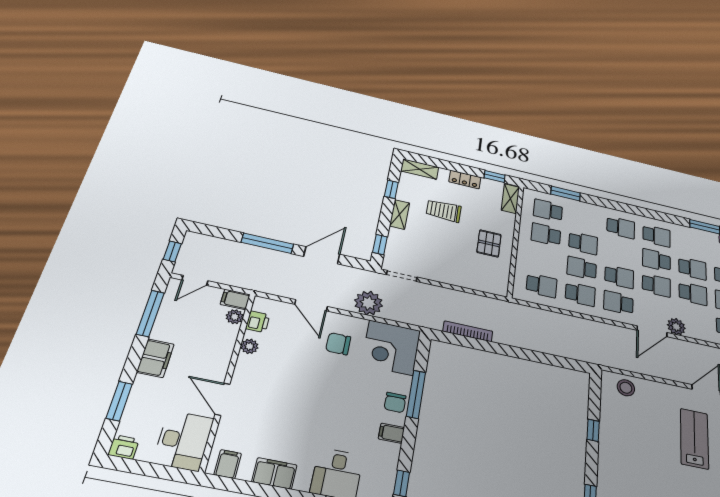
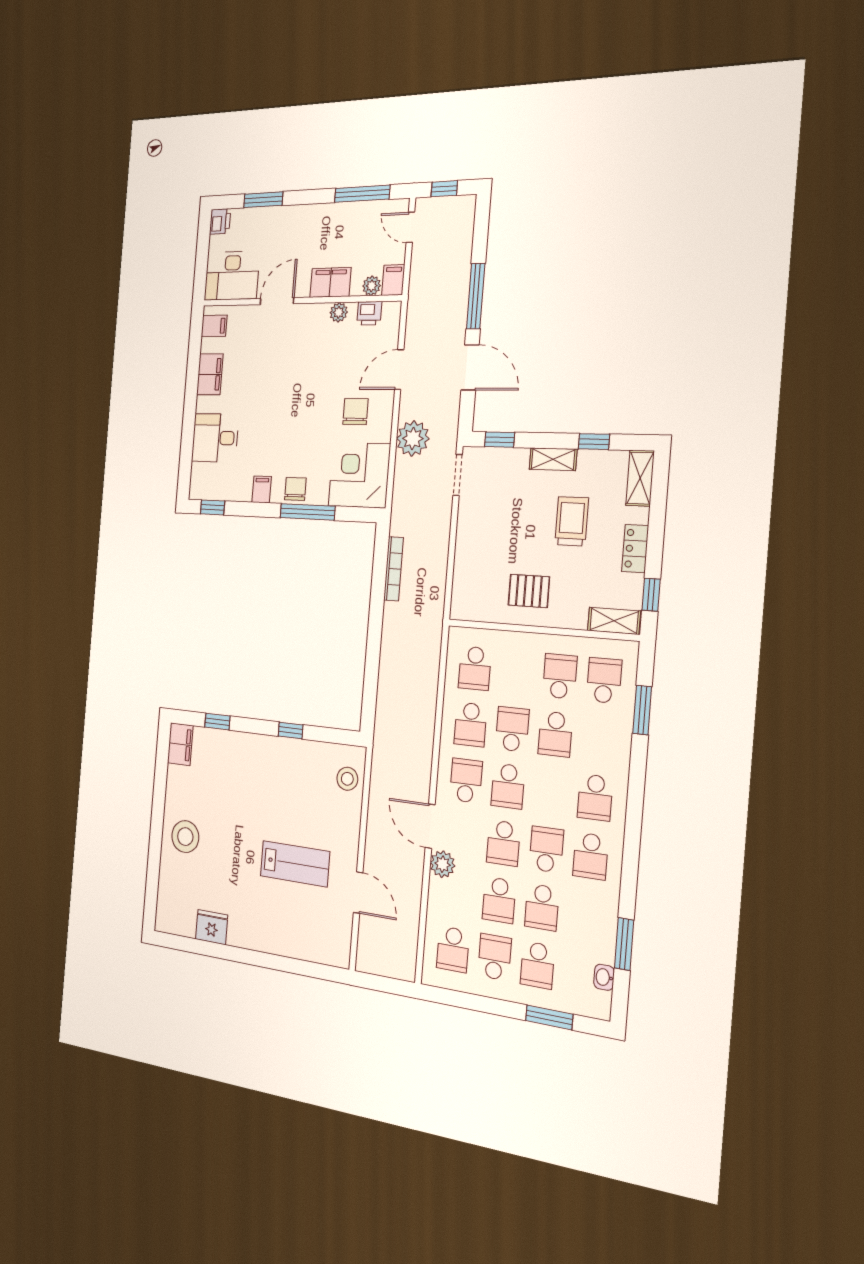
filing cabinet: (155, 358) -> (330, 282), moved, turned 180
chair: (395, 402) -> (295, 489), turned 90

